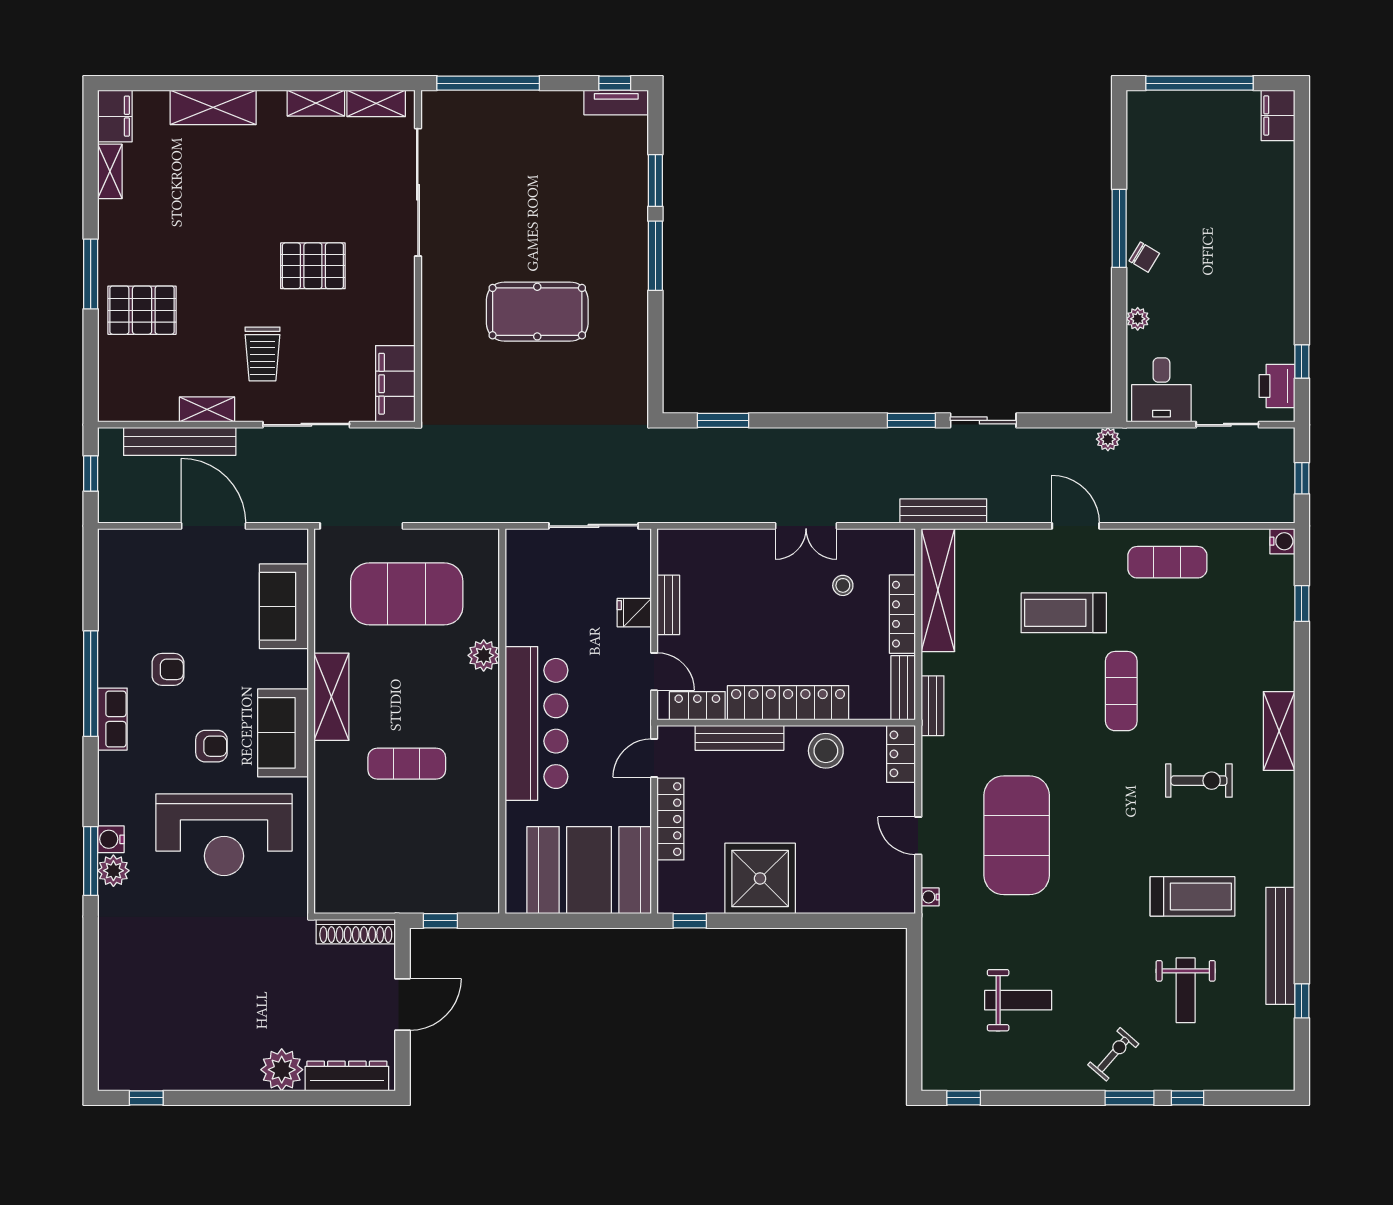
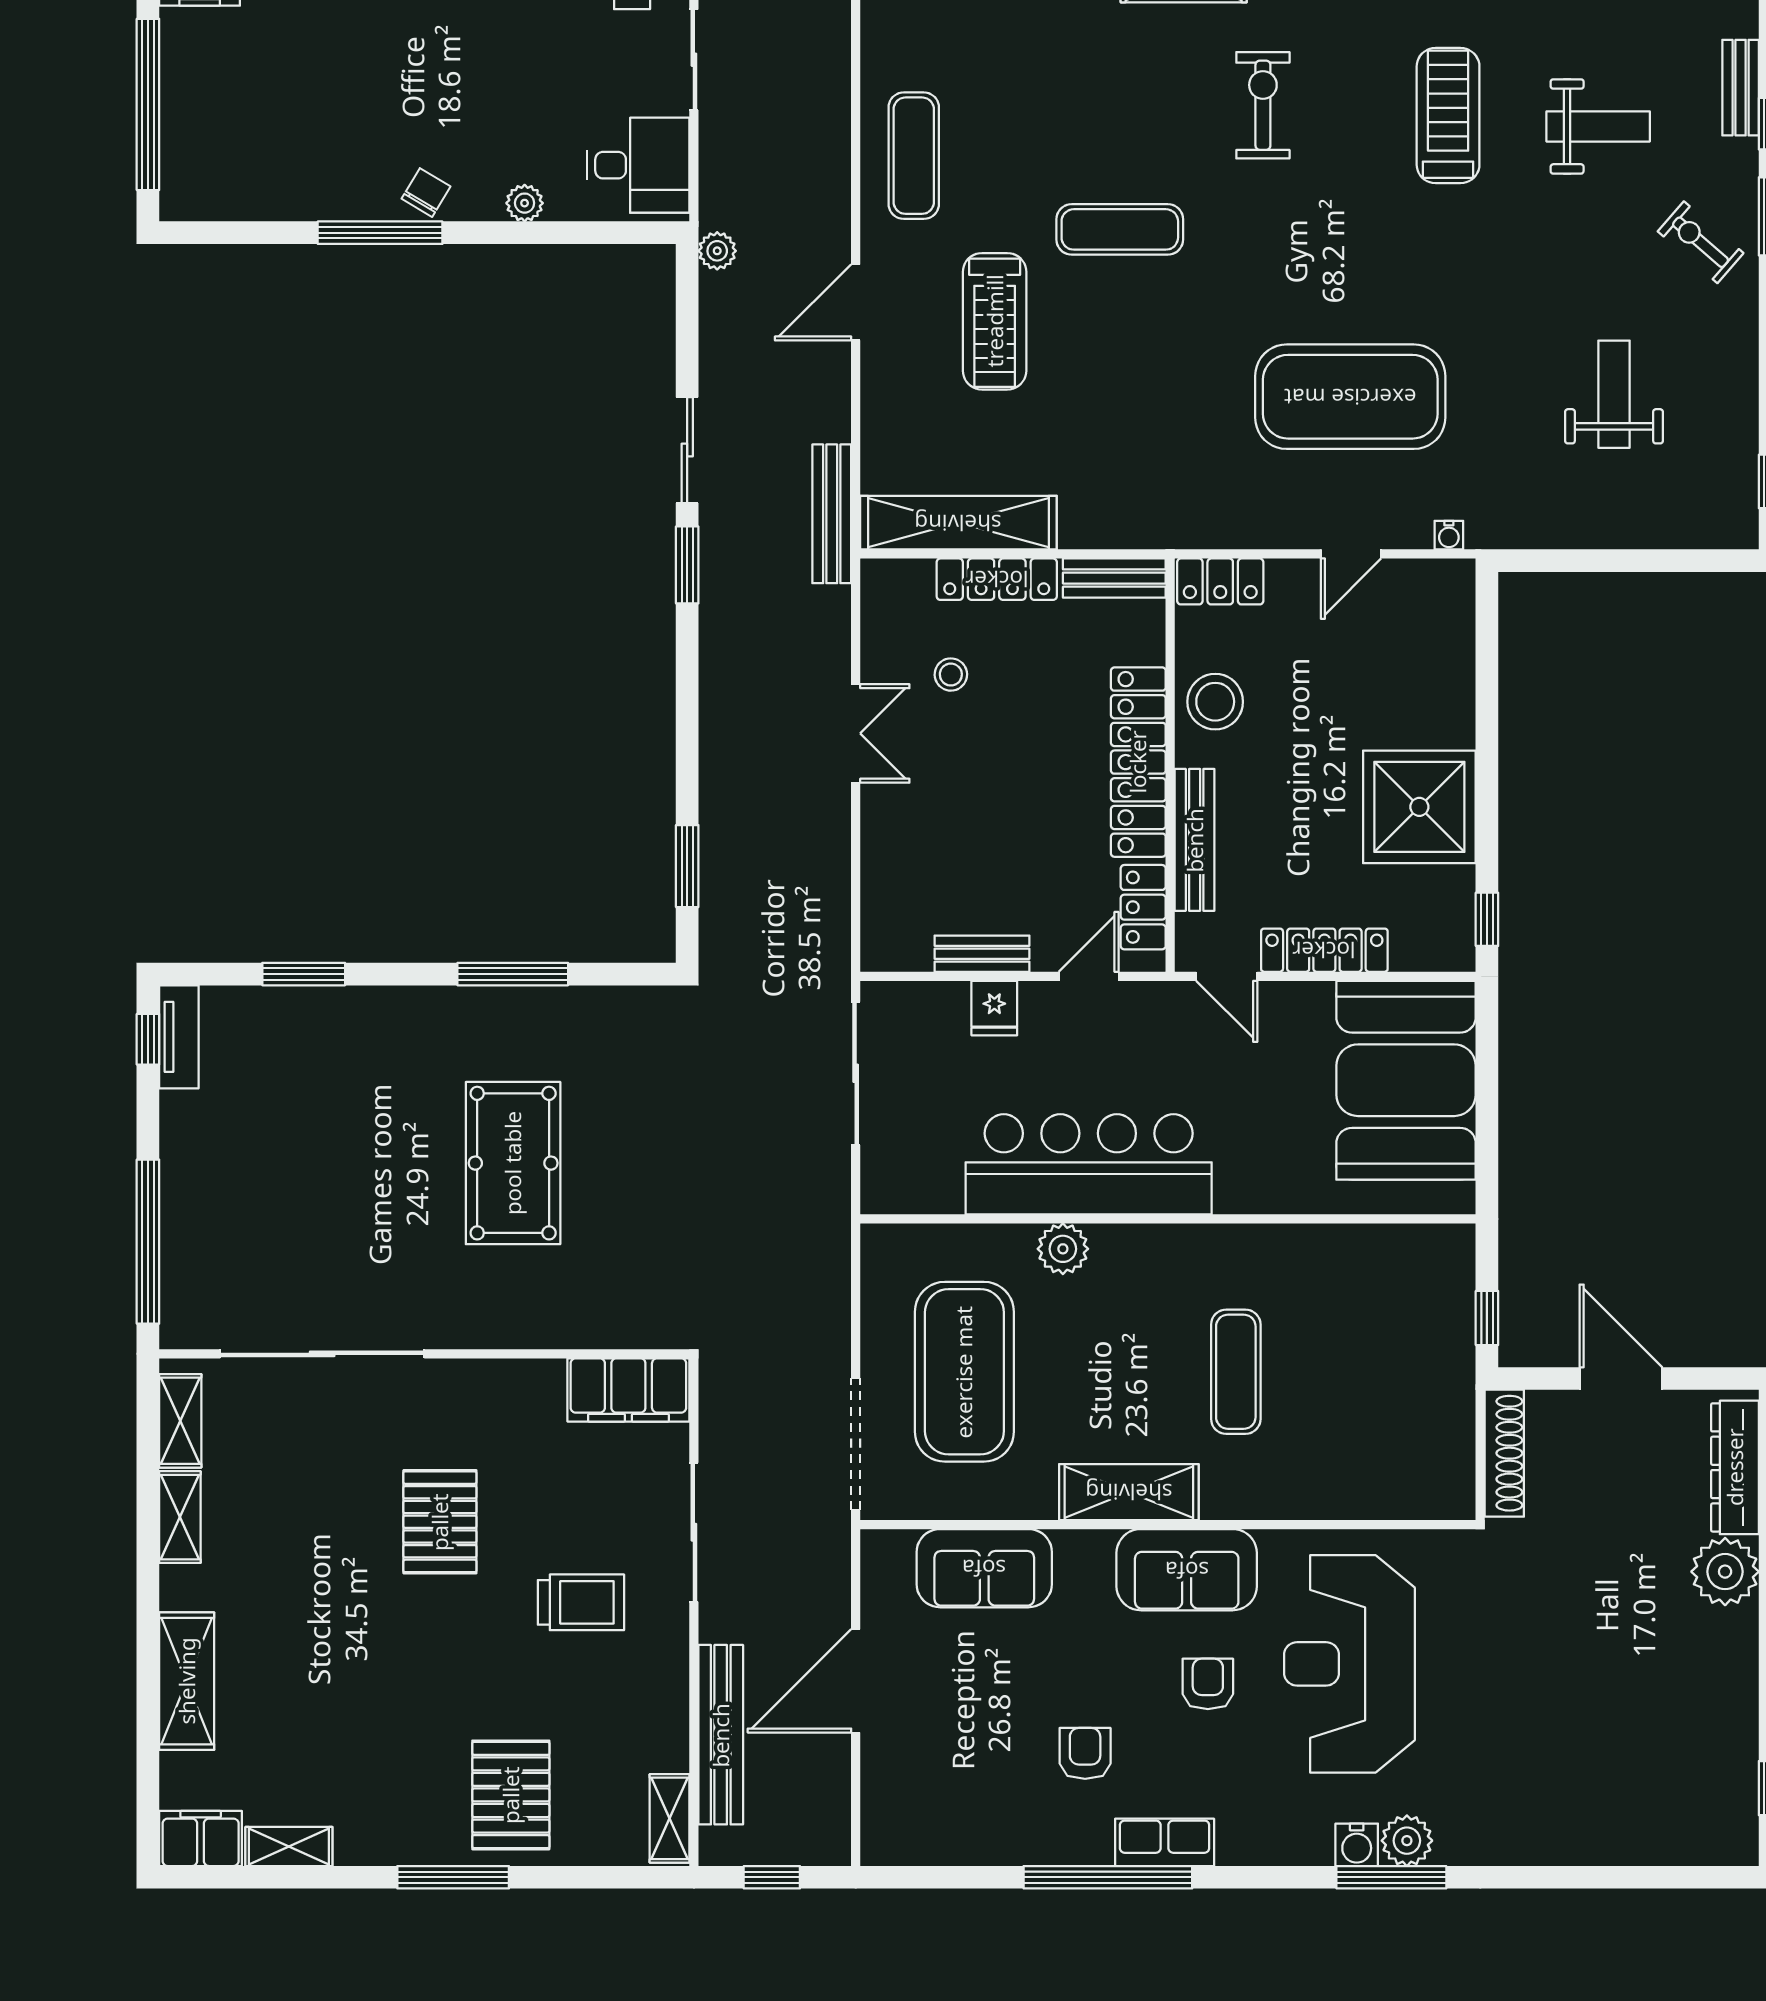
window: (655, 256) -> (513, 974), moved
shelving: (207, 409) -> (670, 1818), moved
bench: (932, 706) -> (1741, 88), moved, turned 90
bar counter: (536, 723) -> (1089, 1164), moved
reception desk: (224, 835) -> (1349, 1664), turned 180

